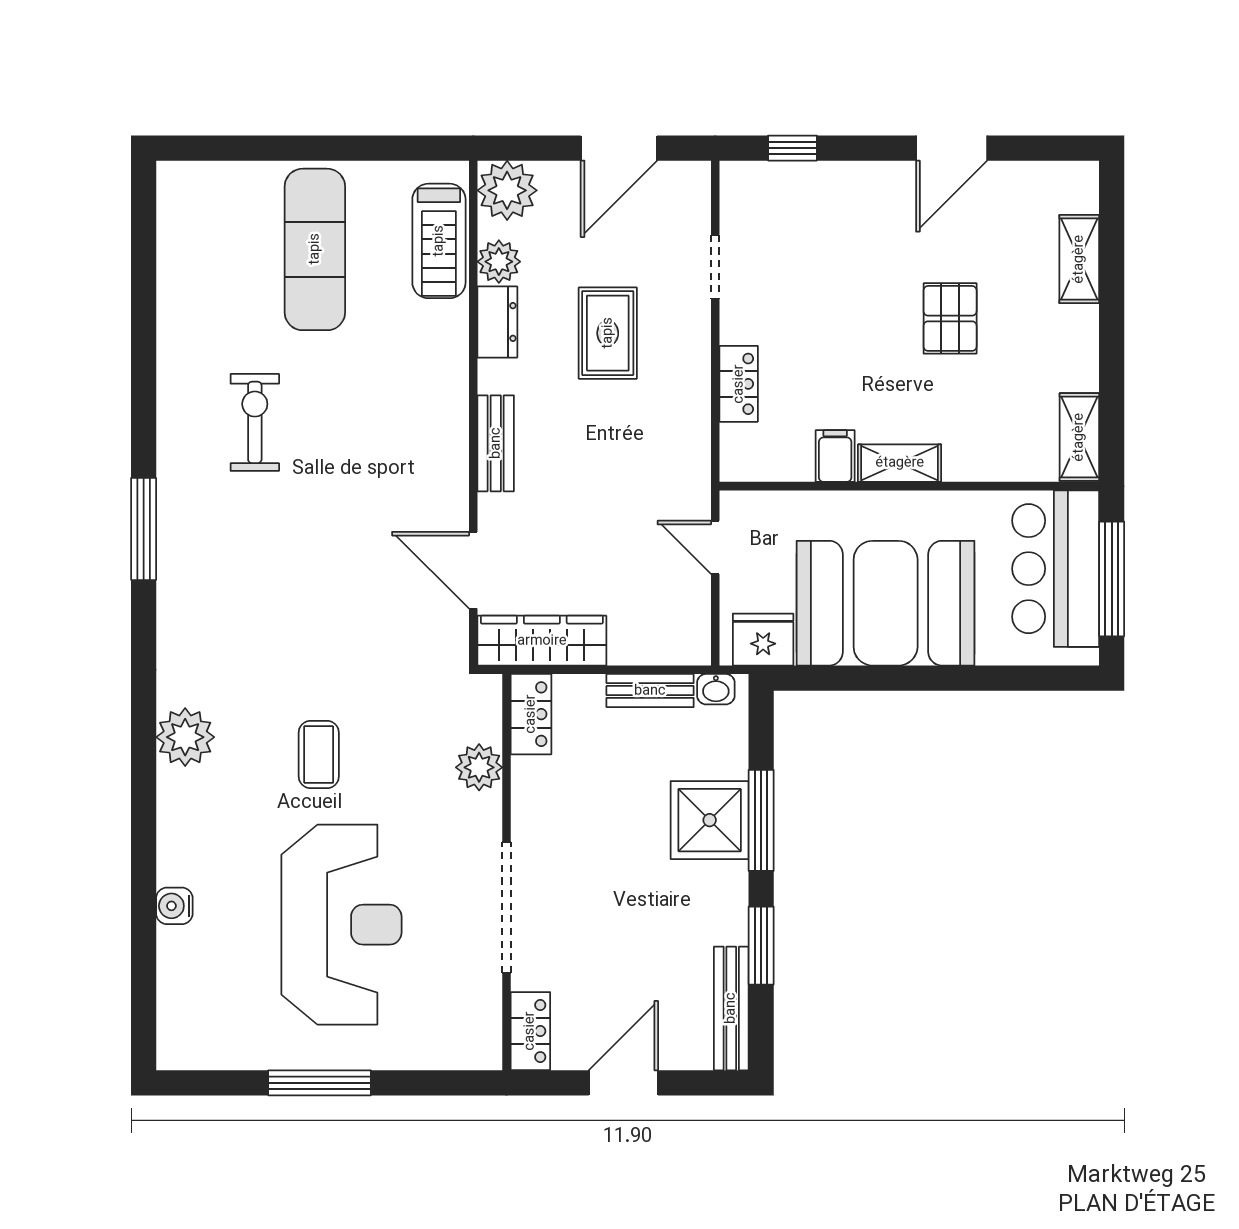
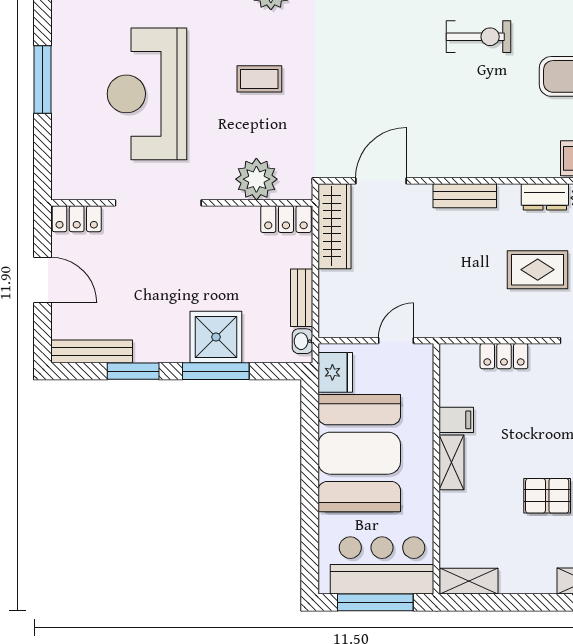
plant: (479, 767) -> (256, 179), width x1.36, depth x1.36
reception desk: (341, 925) -> (147, 94), turned 90

